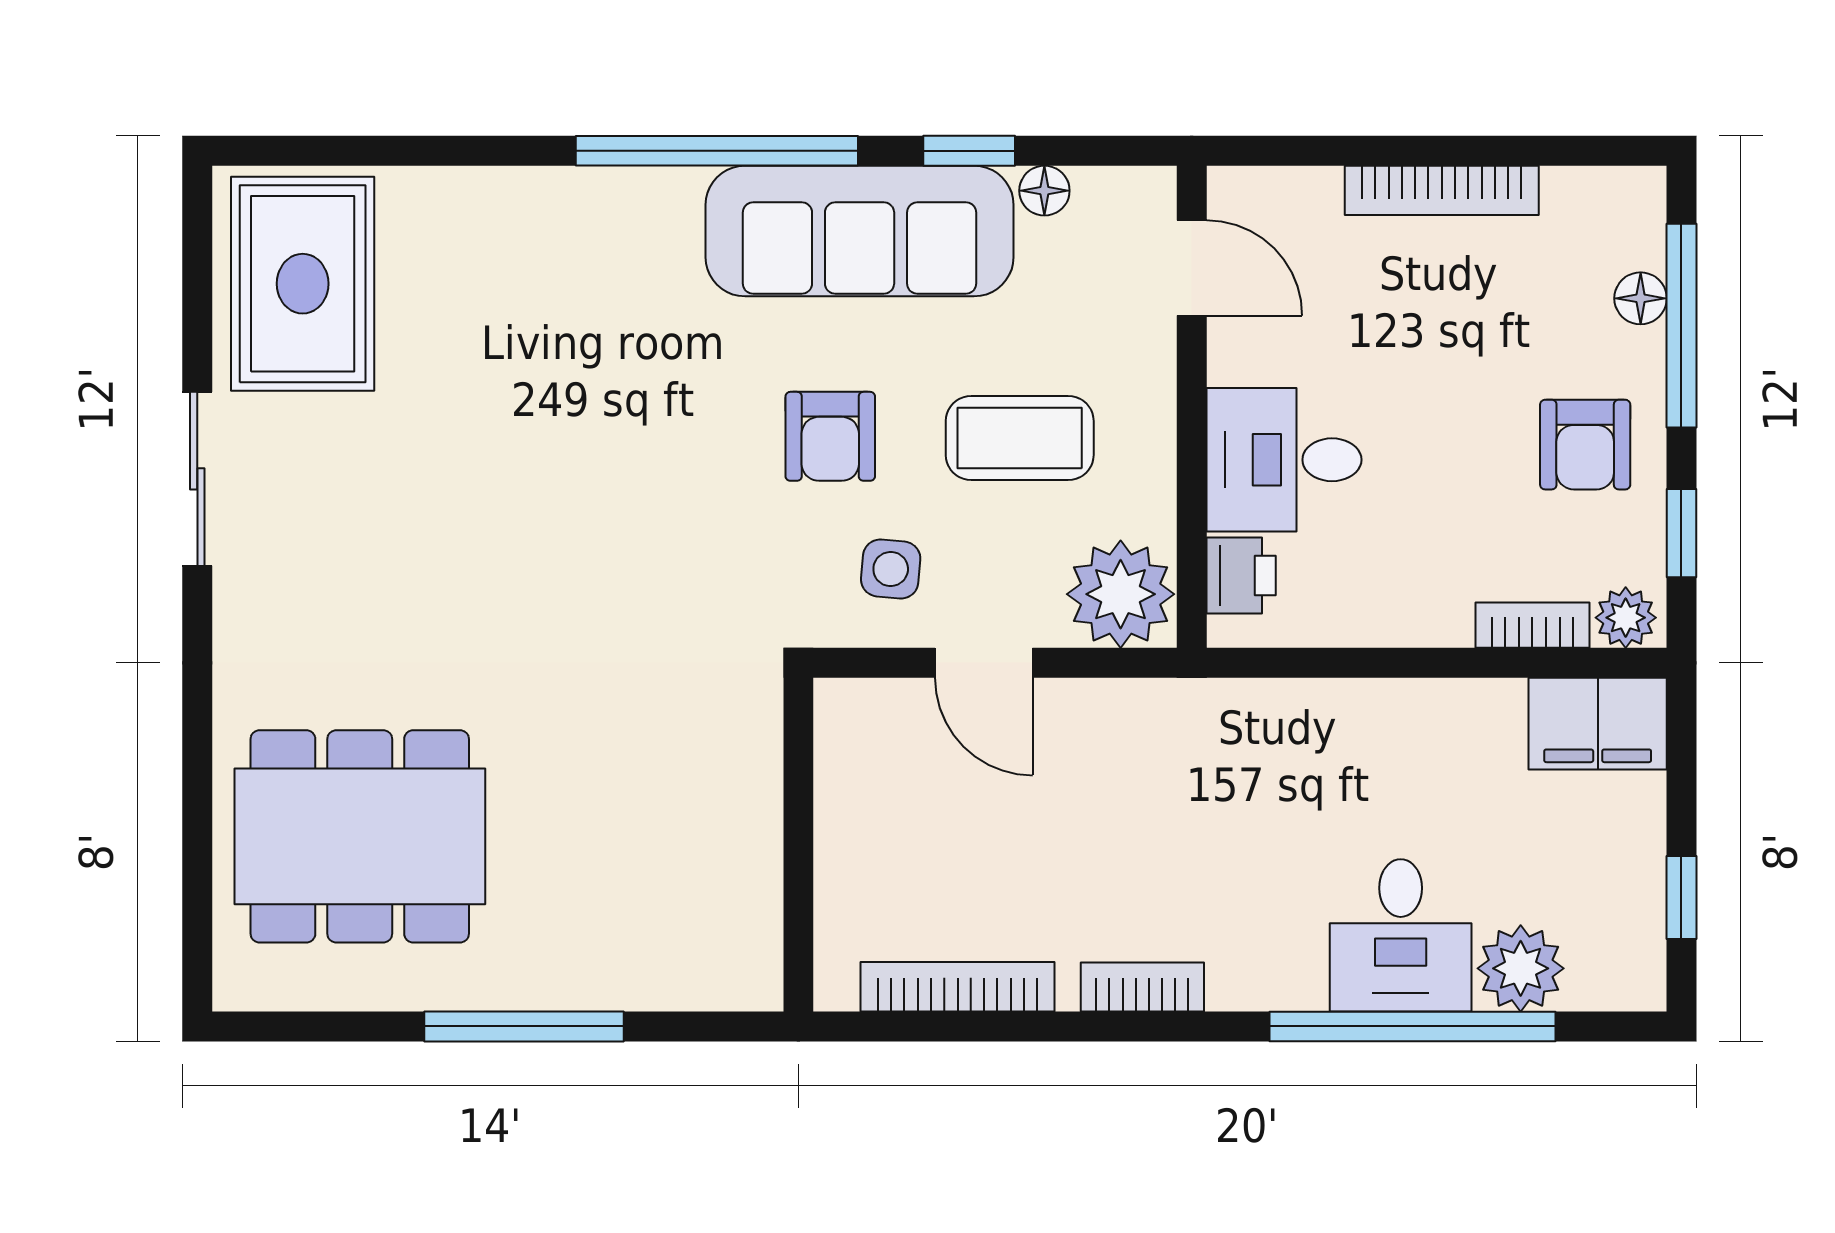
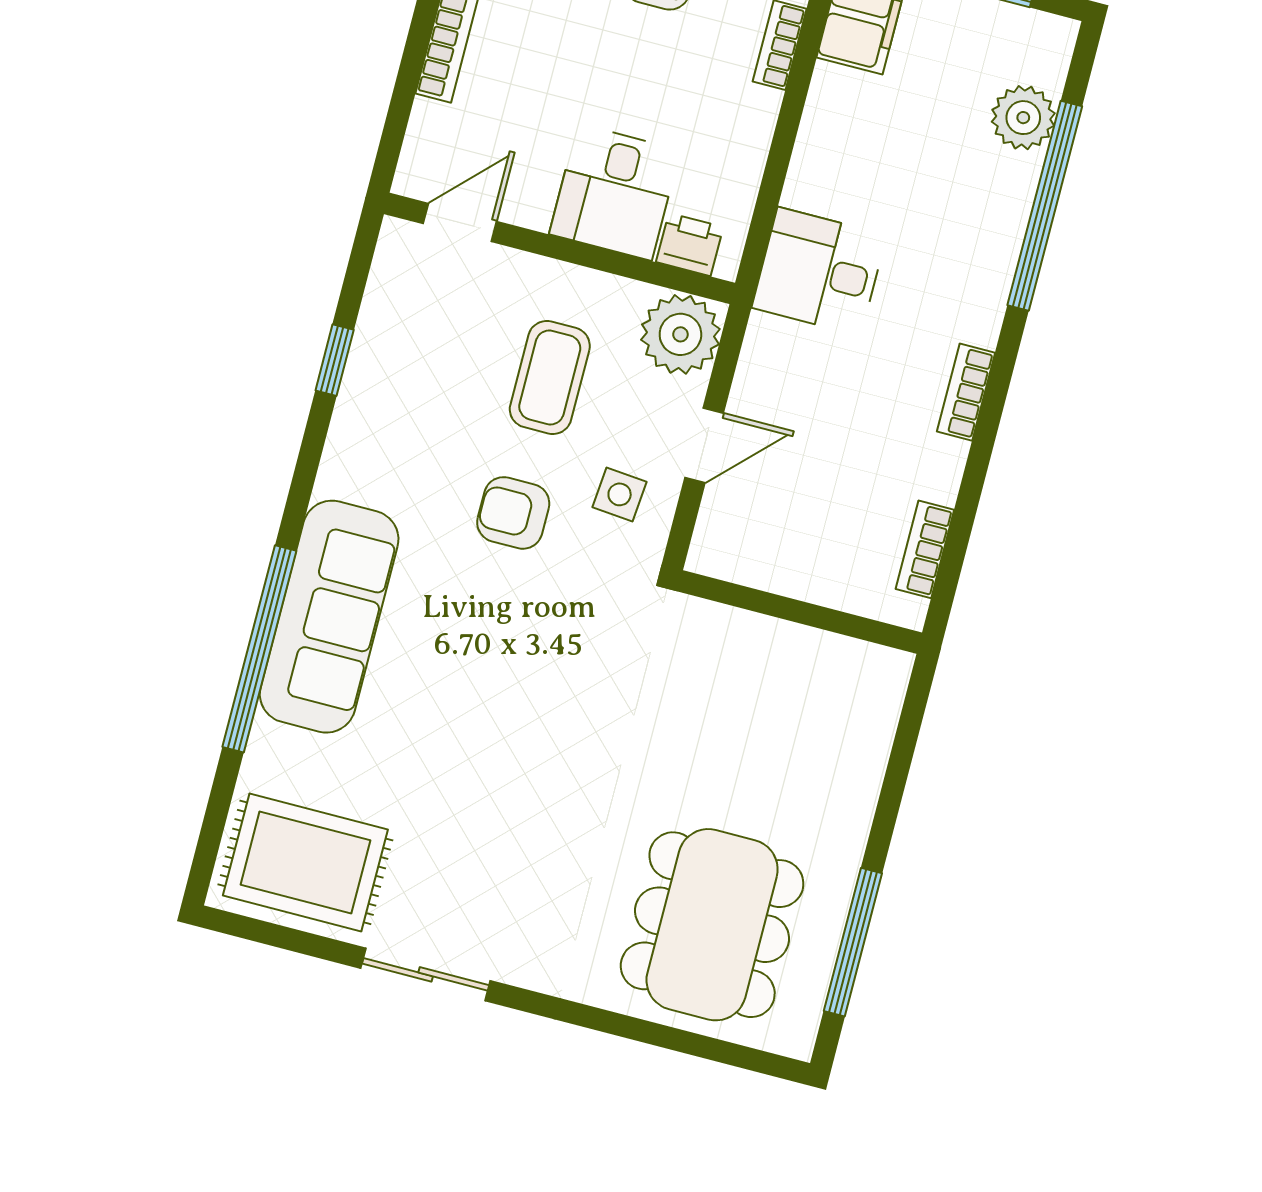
window: (717, 151) -> (259, 649), moved
floor lamp: (1044, 191) -> (377, 314), removed
sofa: (860, 231) -> (329, 617), moved
armchair: (830, 436) -> (513, 513), turned 180
desk: (1401, 935) -> (819, 271), moved, turned 180
bookcase: (958, 987) -> (925, 549), width x0.64
window: (524, 1026) -> (853, 942), moved

